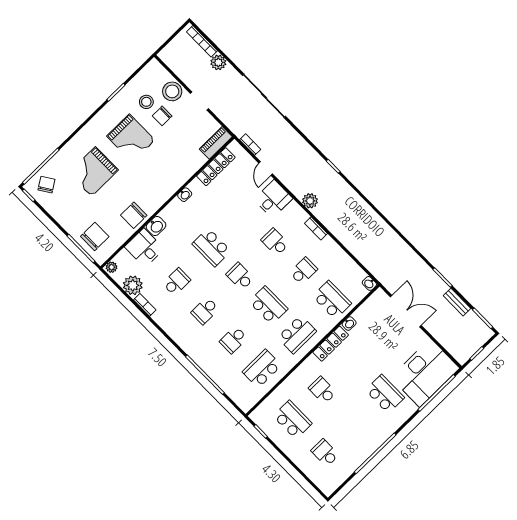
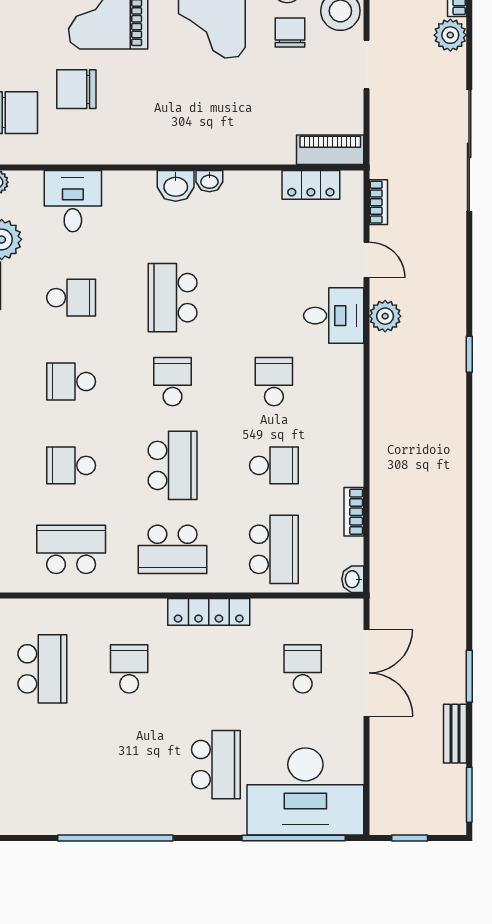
chair: (162, 116) -> (290, 32), turned 90
locker: (216, 167) -> (311, 185), width x0.66
door: (266, 169) -> (366, 260), swing flipped
plant: (310, 201) -> (385, 316), moved
chair: (134, 215) -> (76, 89), moved
washbasin: (156, 226) -> (176, 186), moved
bookcase: (316, 228) -> (354, 512), moved
washbasin: (349, 324) -> (265, 609), removed
school desk: (325, 453) -> (303, 669), moved

